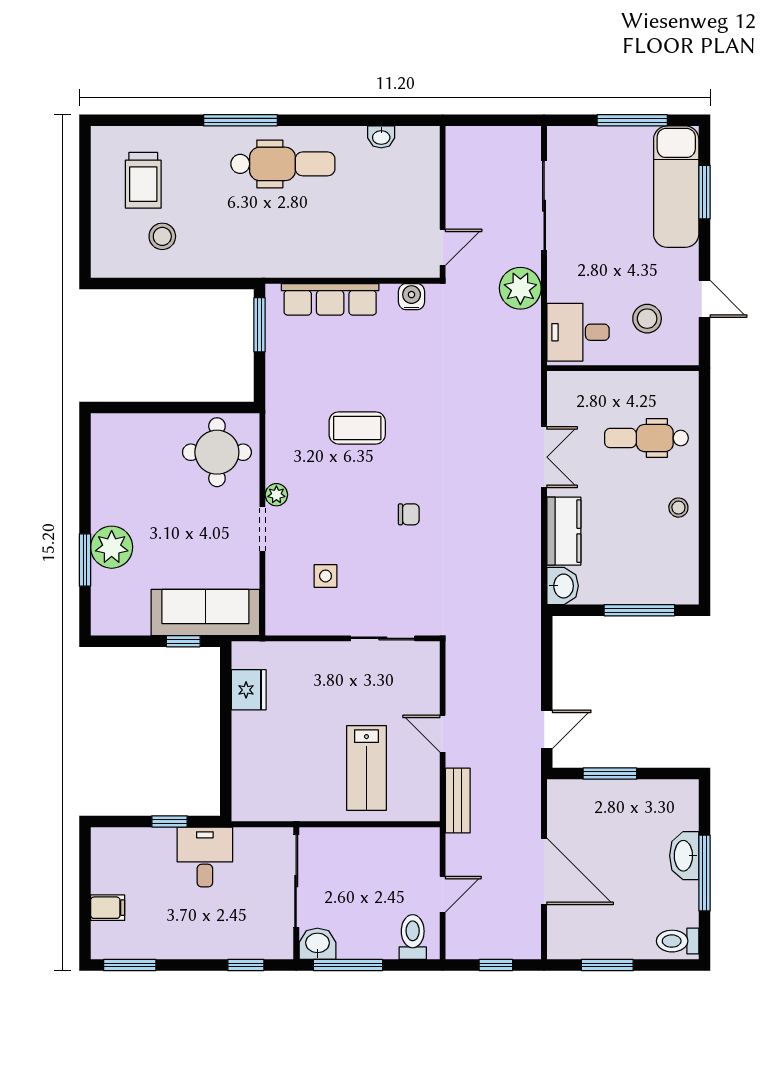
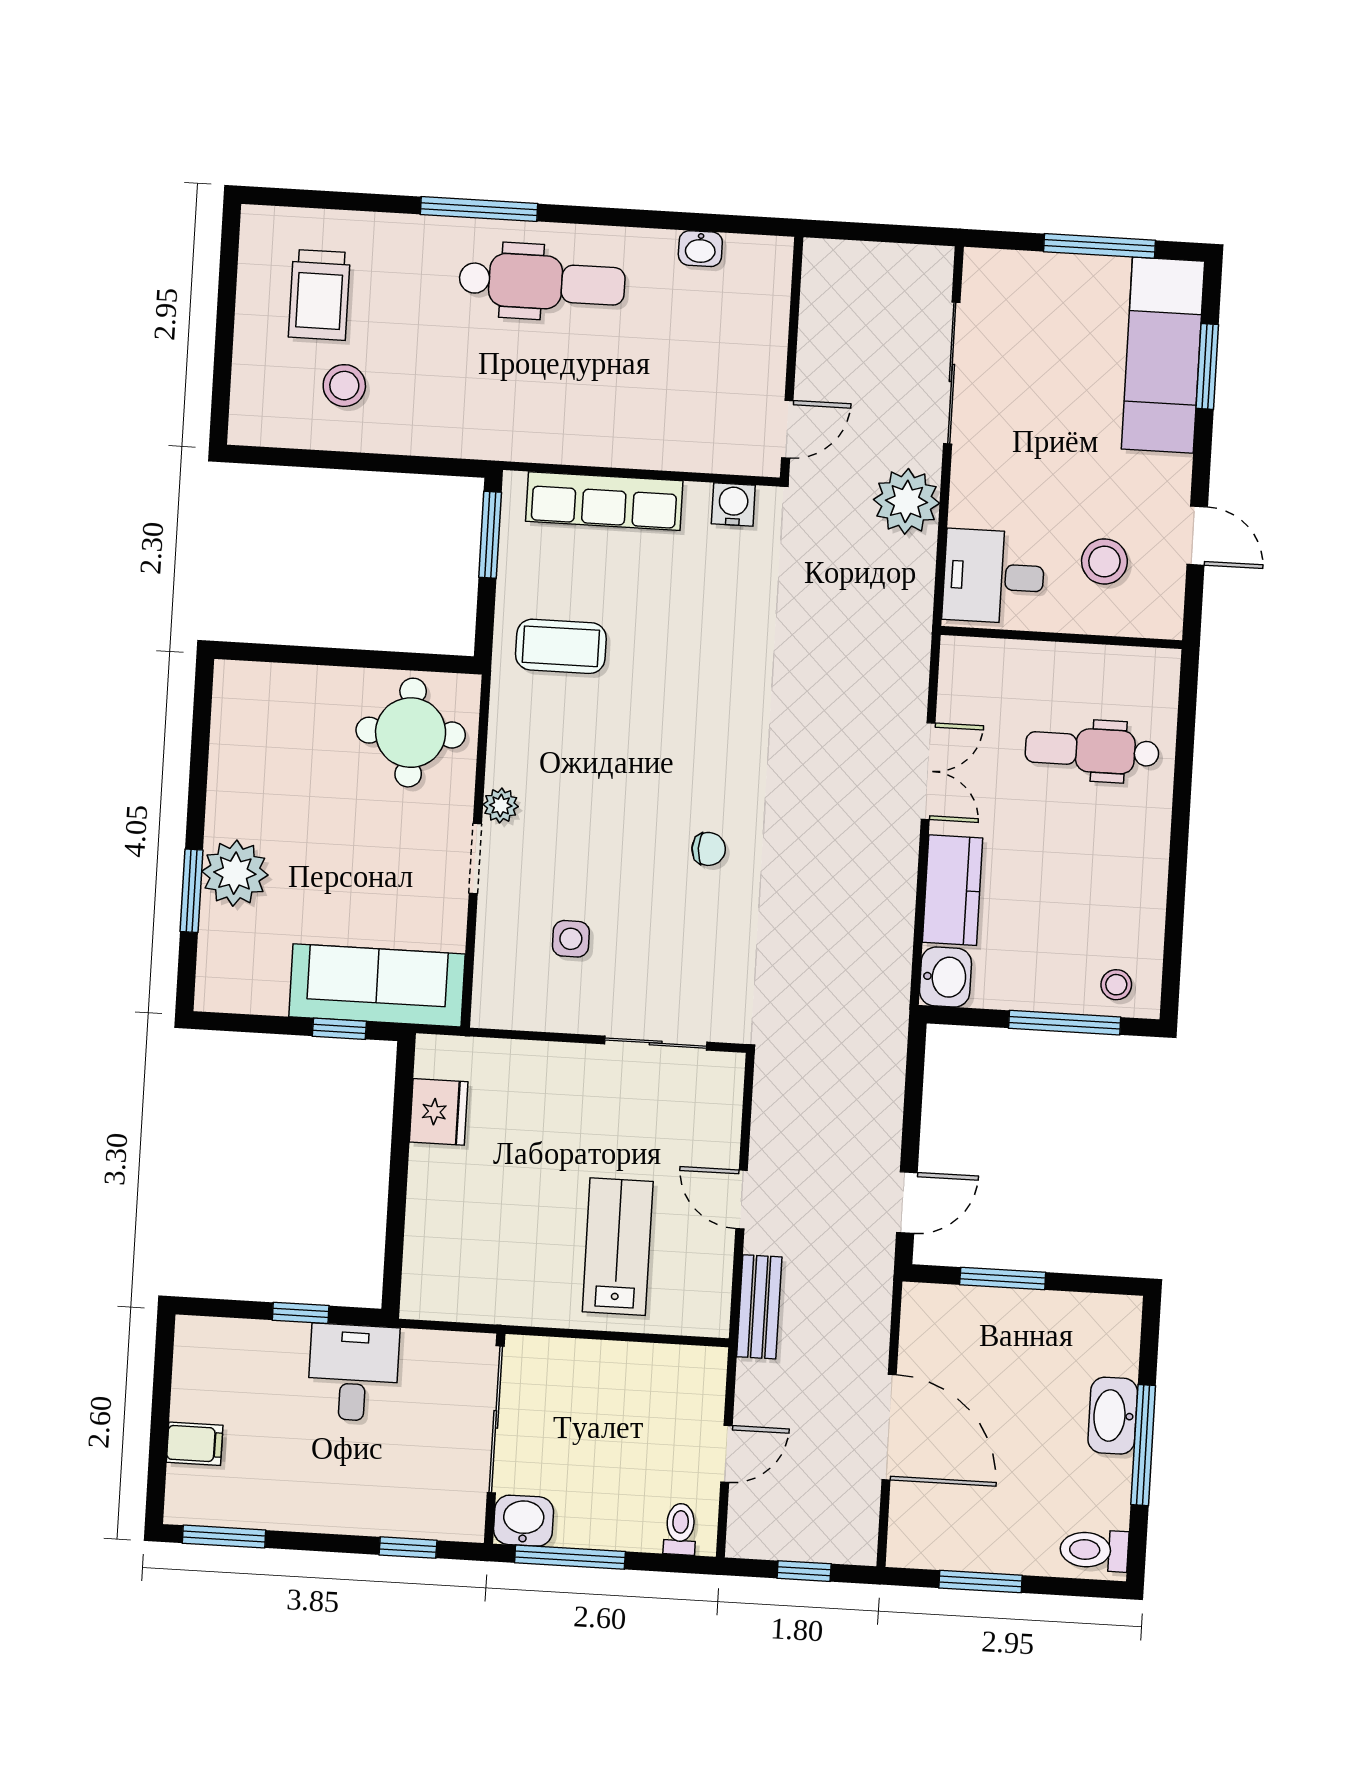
coffee table: (357, 428) -> (561, 646), moved
stool: (678, 508) -> (1116, 985), moved
lab bench: (366, 768) -> (618, 1247), turned 180
toilet: (413, 937) -> (680, 1529), width x0.73, depth x0.72

